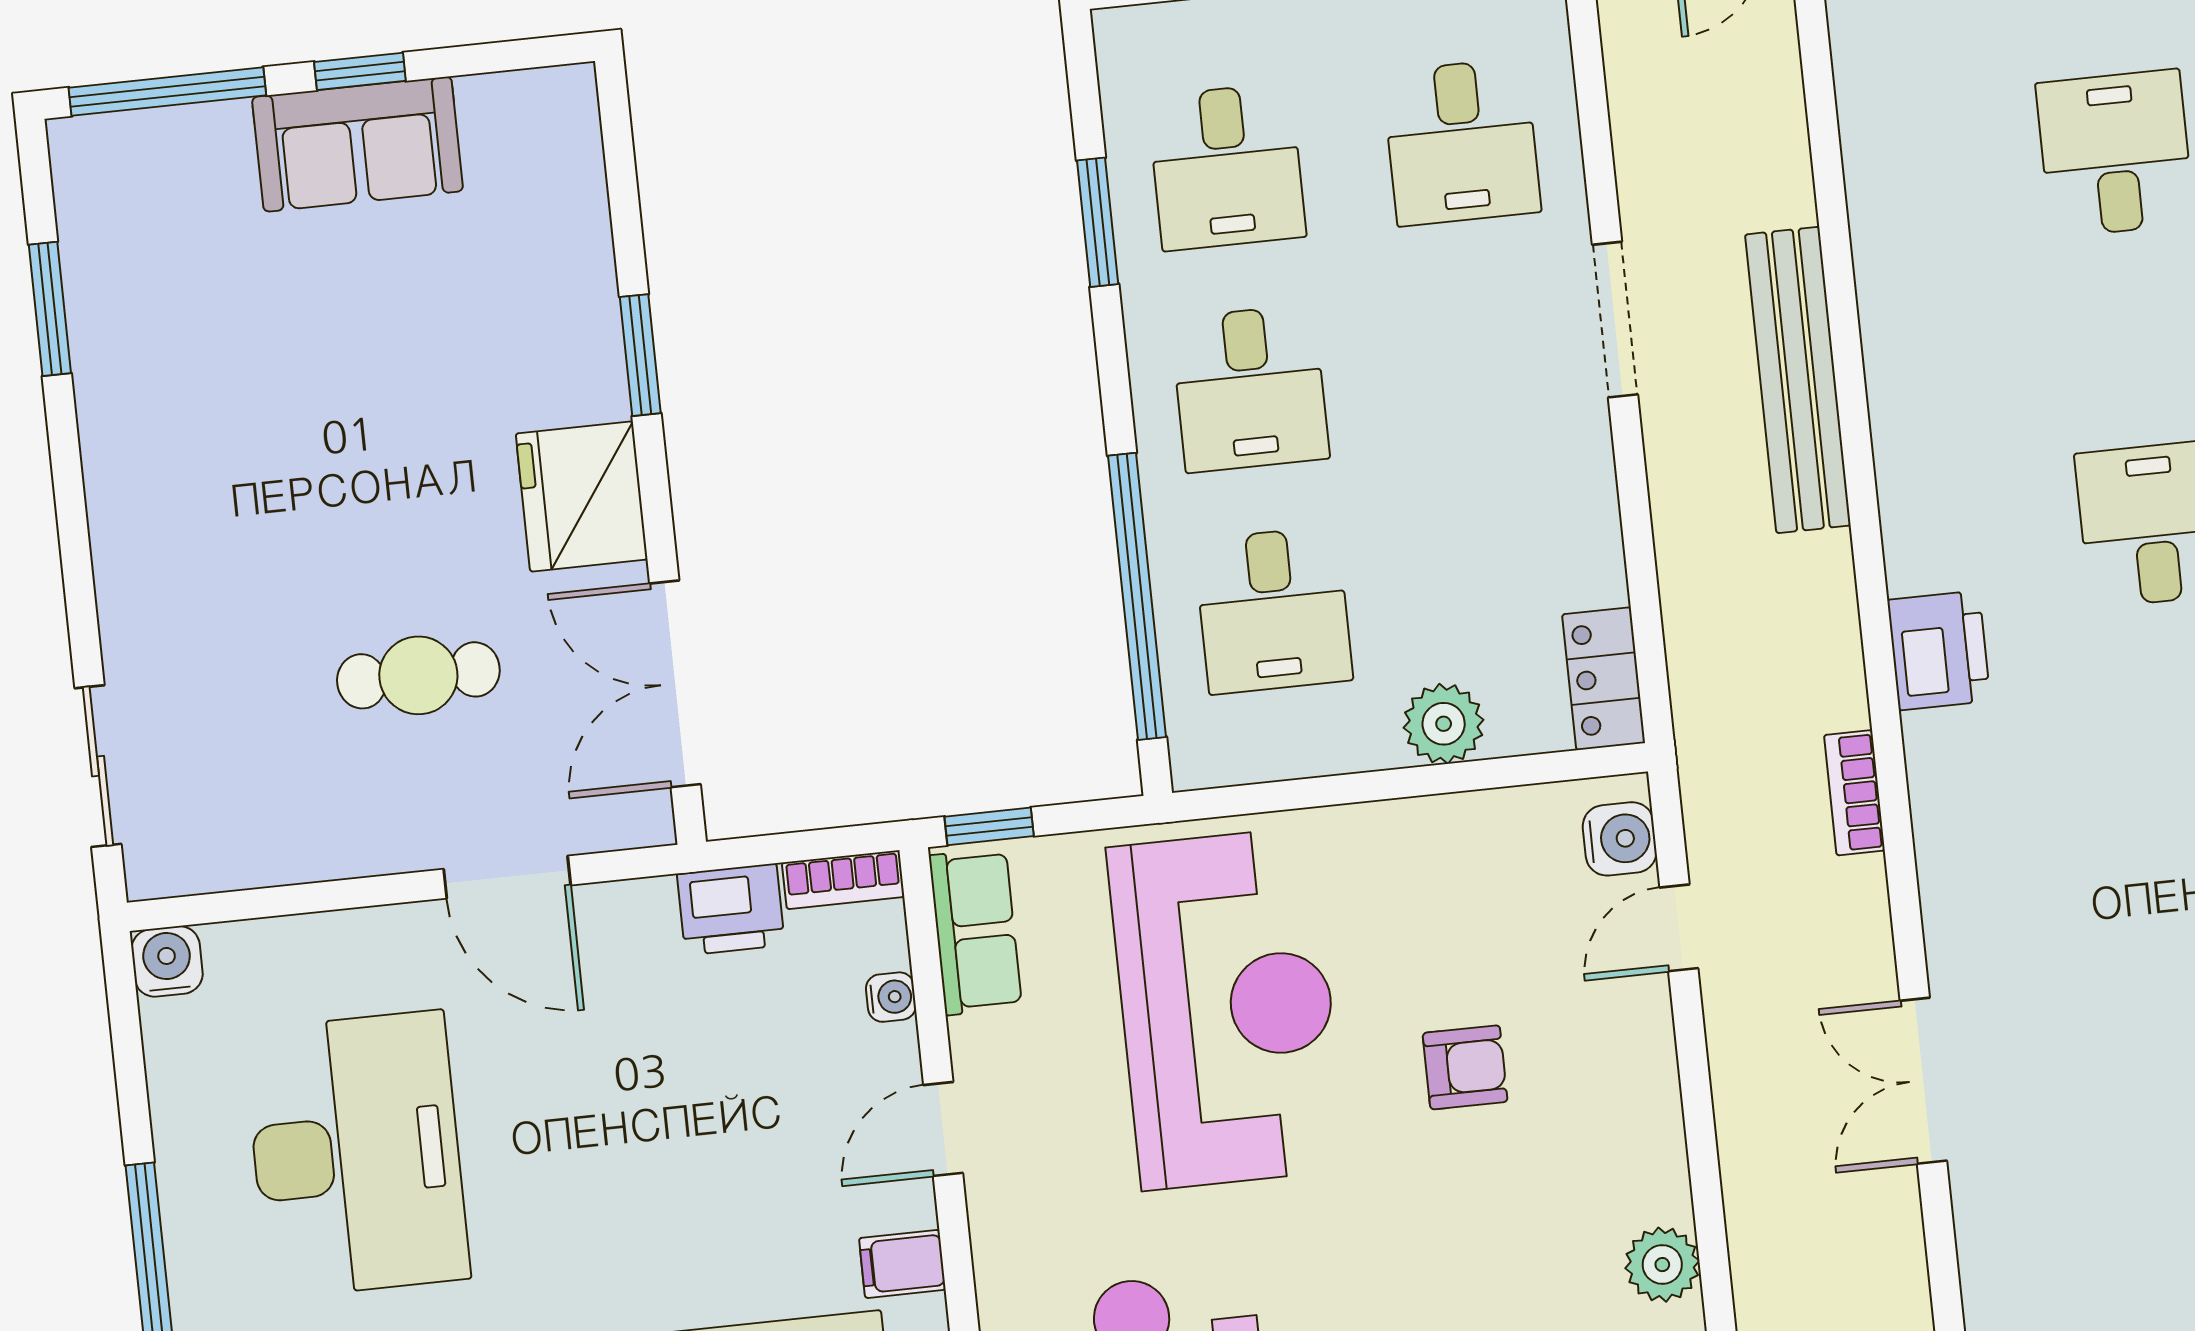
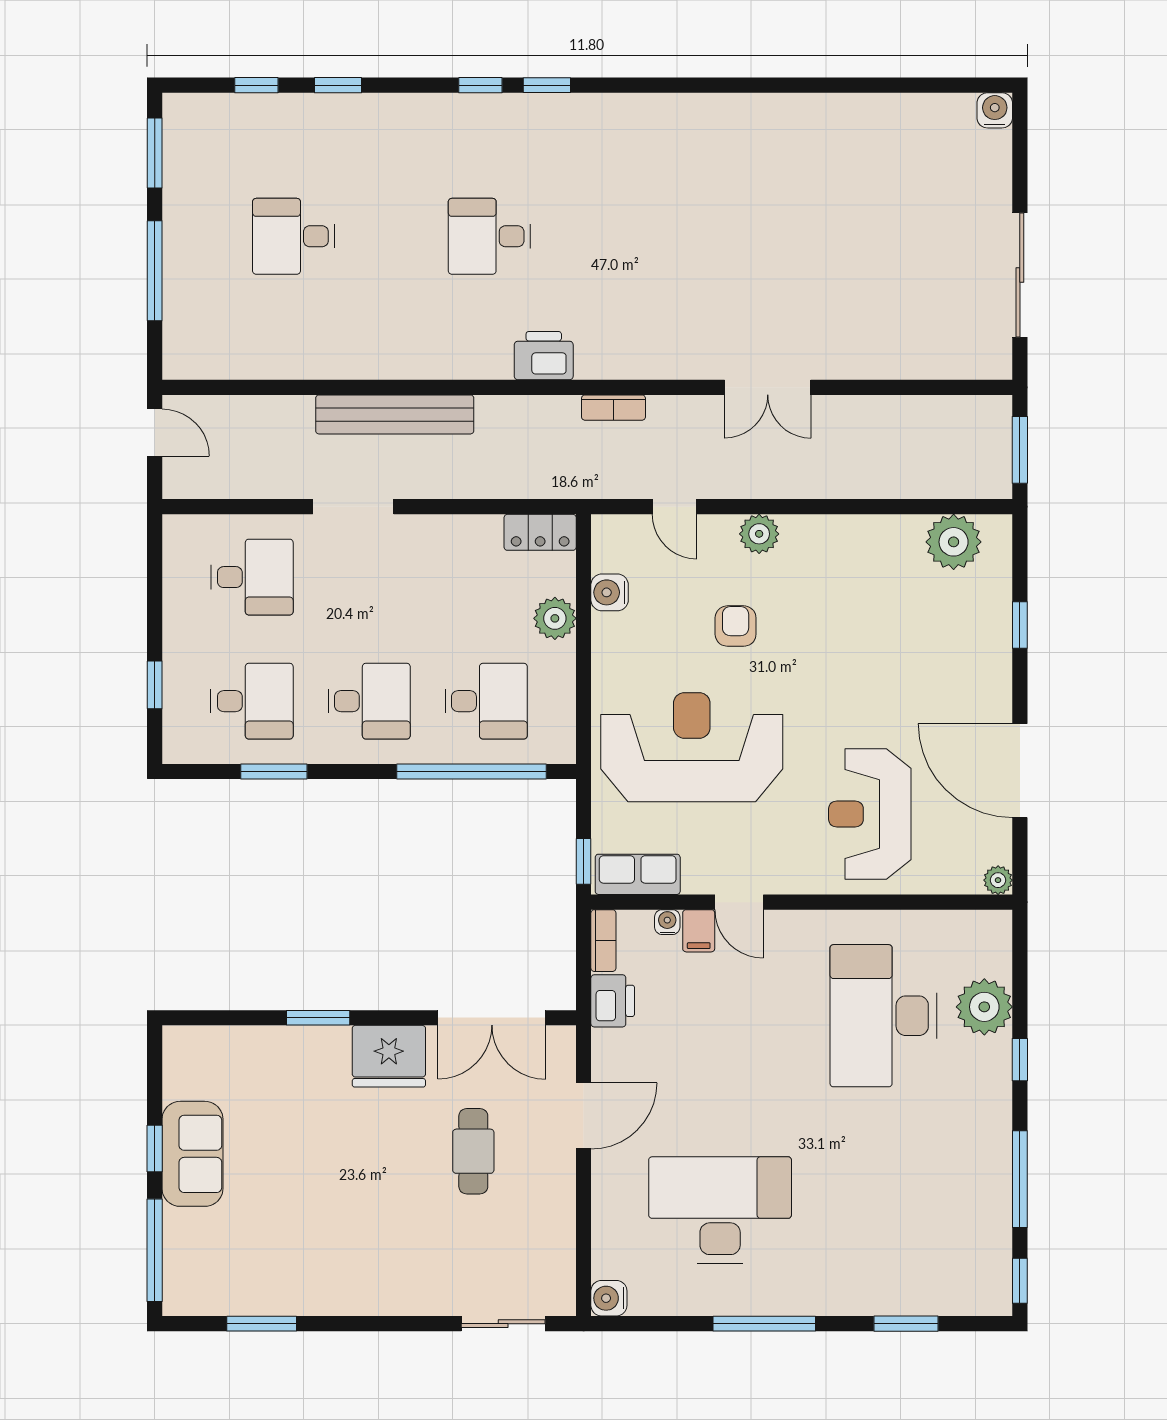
water cooler: (1620, 839) -> (610, 592), moved, turned -90
filing cabinet: (902, 1264) -> (699, 931), moved
plant: (1662, 1265) -> (759, 534), moved

